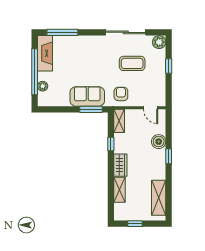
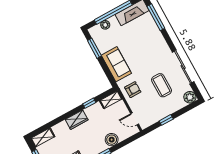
window: (169, 66) -> (166, 120), moved
door: (151, 108) -> (135, 119), hinge flipped
window: (91, 109) -> (94, 48), moved
shelving: (119, 190) -> (43, 137), moved

